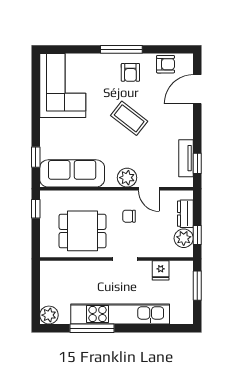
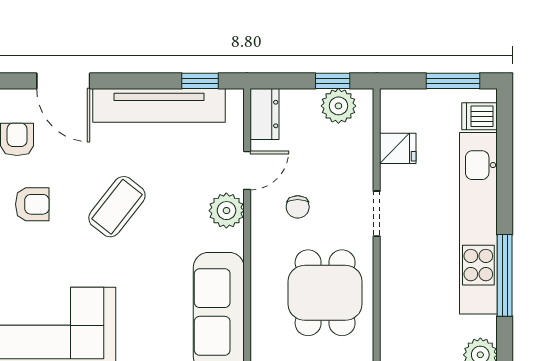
tv unit: (186, 158) -> (159, 105), width x1.92, depth x1.29
dresser: (185, 214) -> (265, 114), moved, turned -90
window: (197, 286) -> (453, 81), moved
dishwasher: (178, 315) -> (480, 116), added

